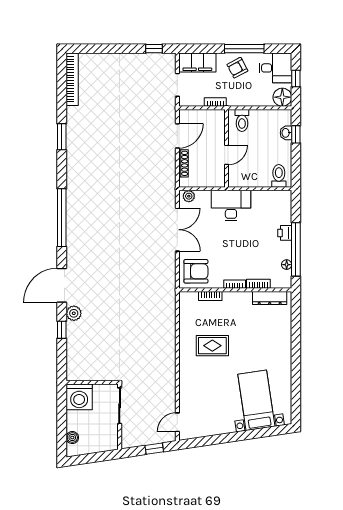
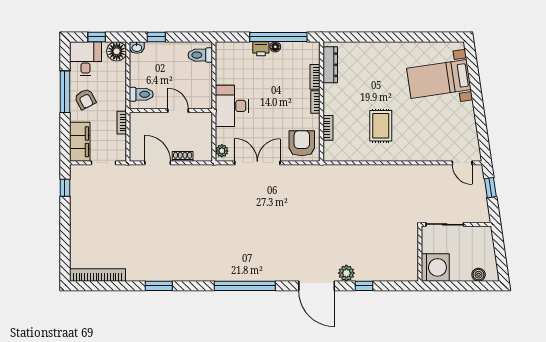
washbasin: (286, 133) -> (137, 48), moved
shoe rack: (183, 163) -> (183, 156), width x0.70
floor lamp: (287, 265) -> (275, 47), moved

